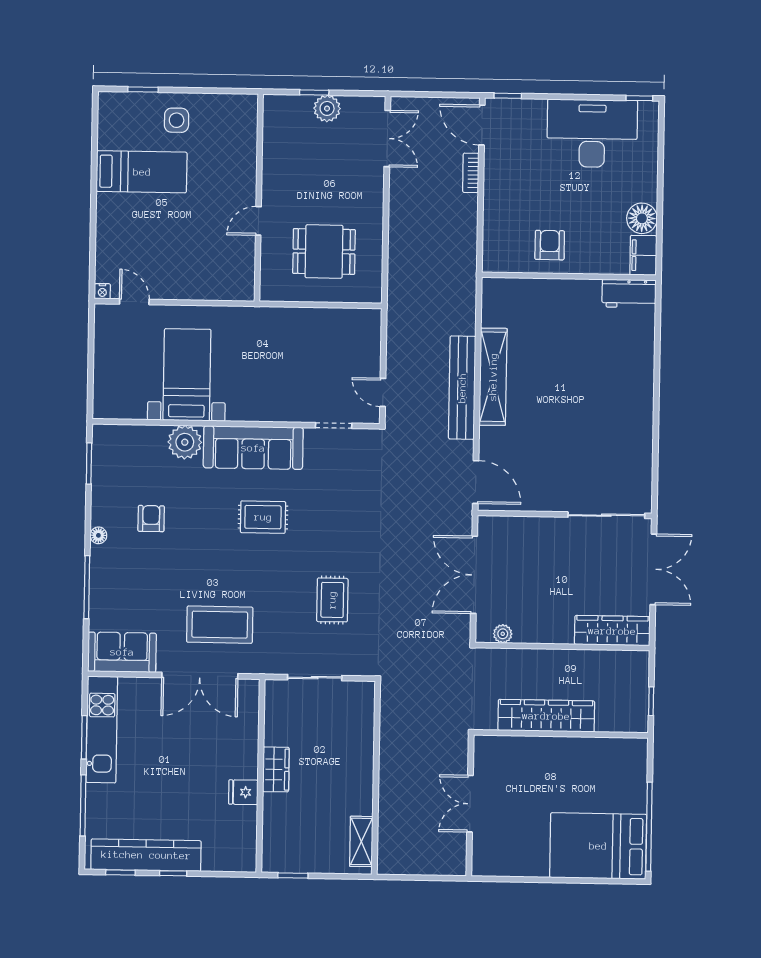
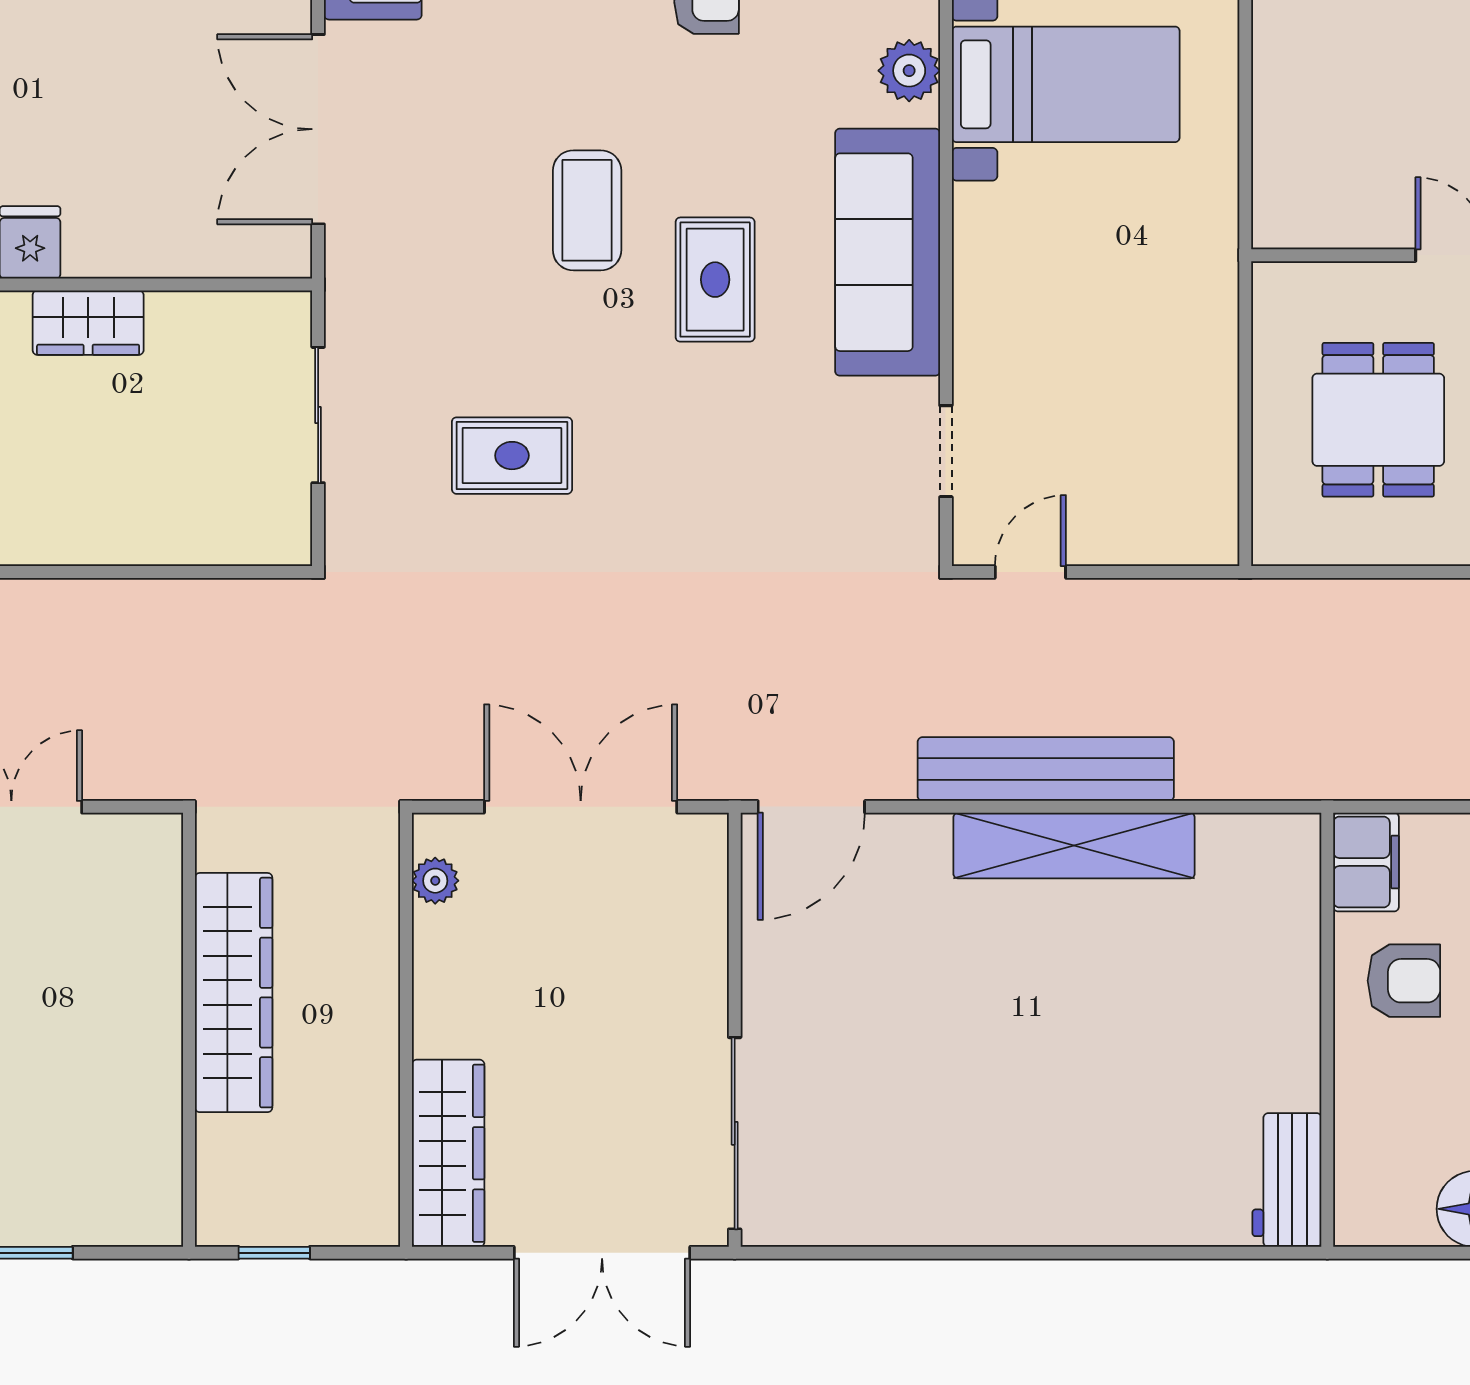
filing cabinet: (643, 255) -> (1366, 862), moved, turned 90
plant: (185, 442) -> (909, 71), width x0.73, depth x0.73
coffee table: (220, 625) -> (587, 210), moved, width x0.73, depth x0.76

